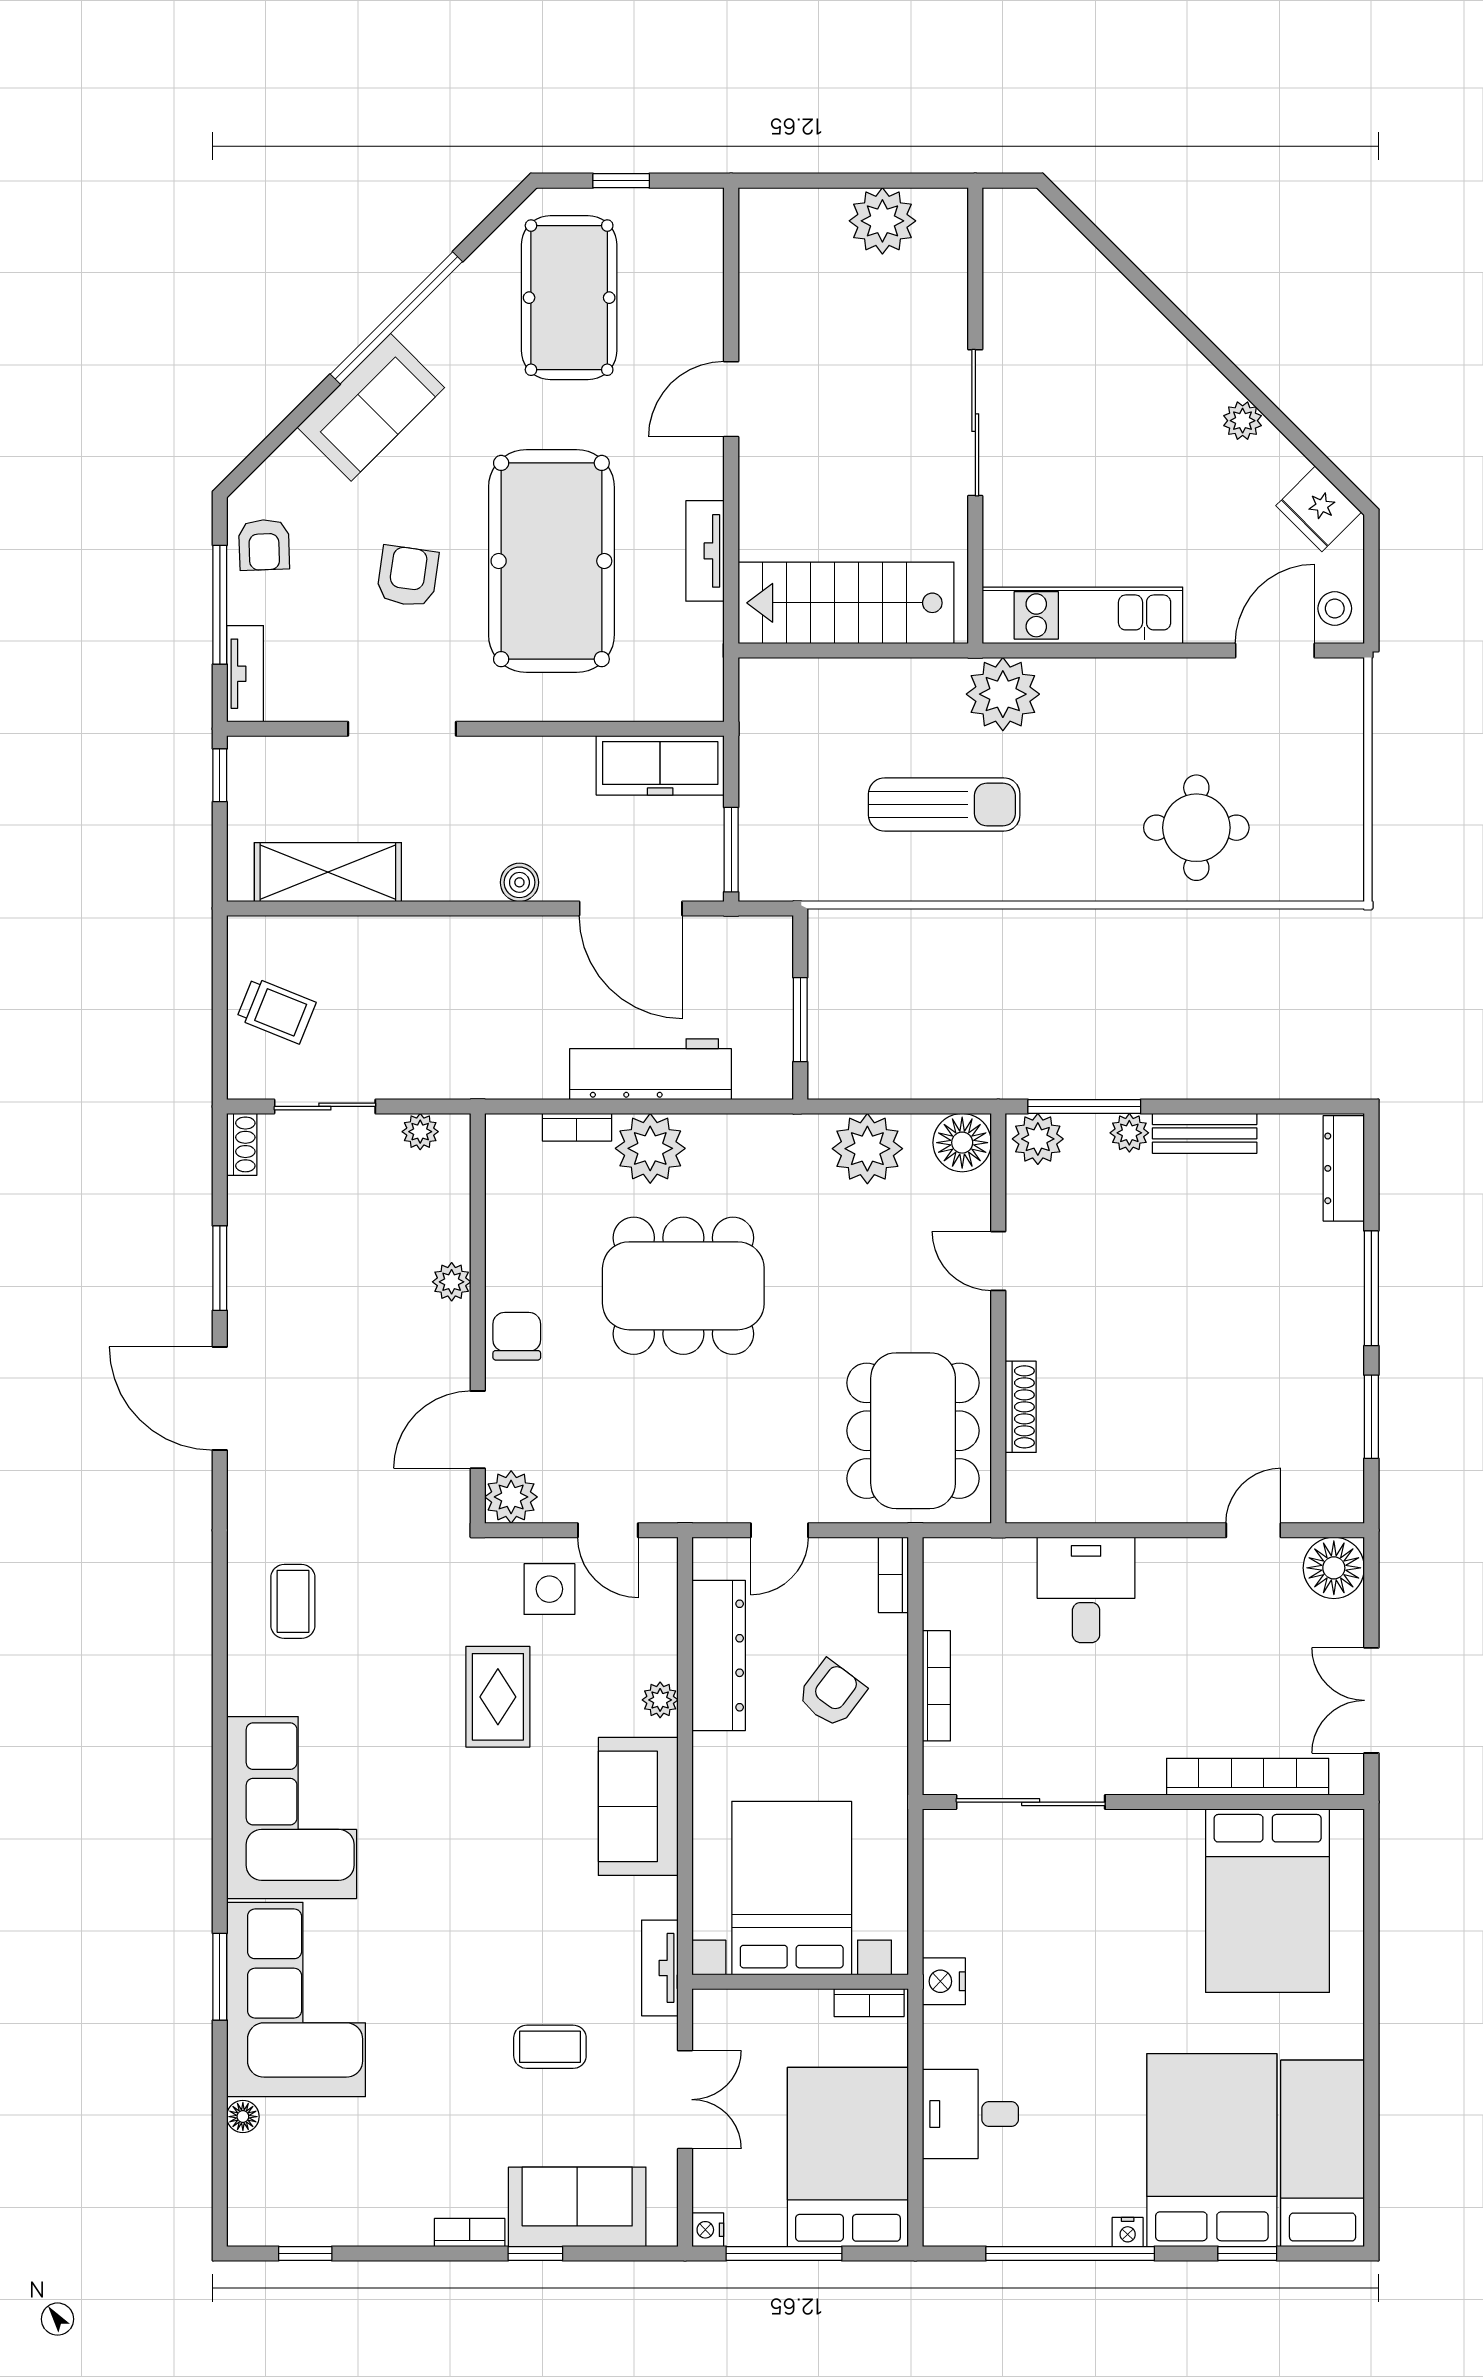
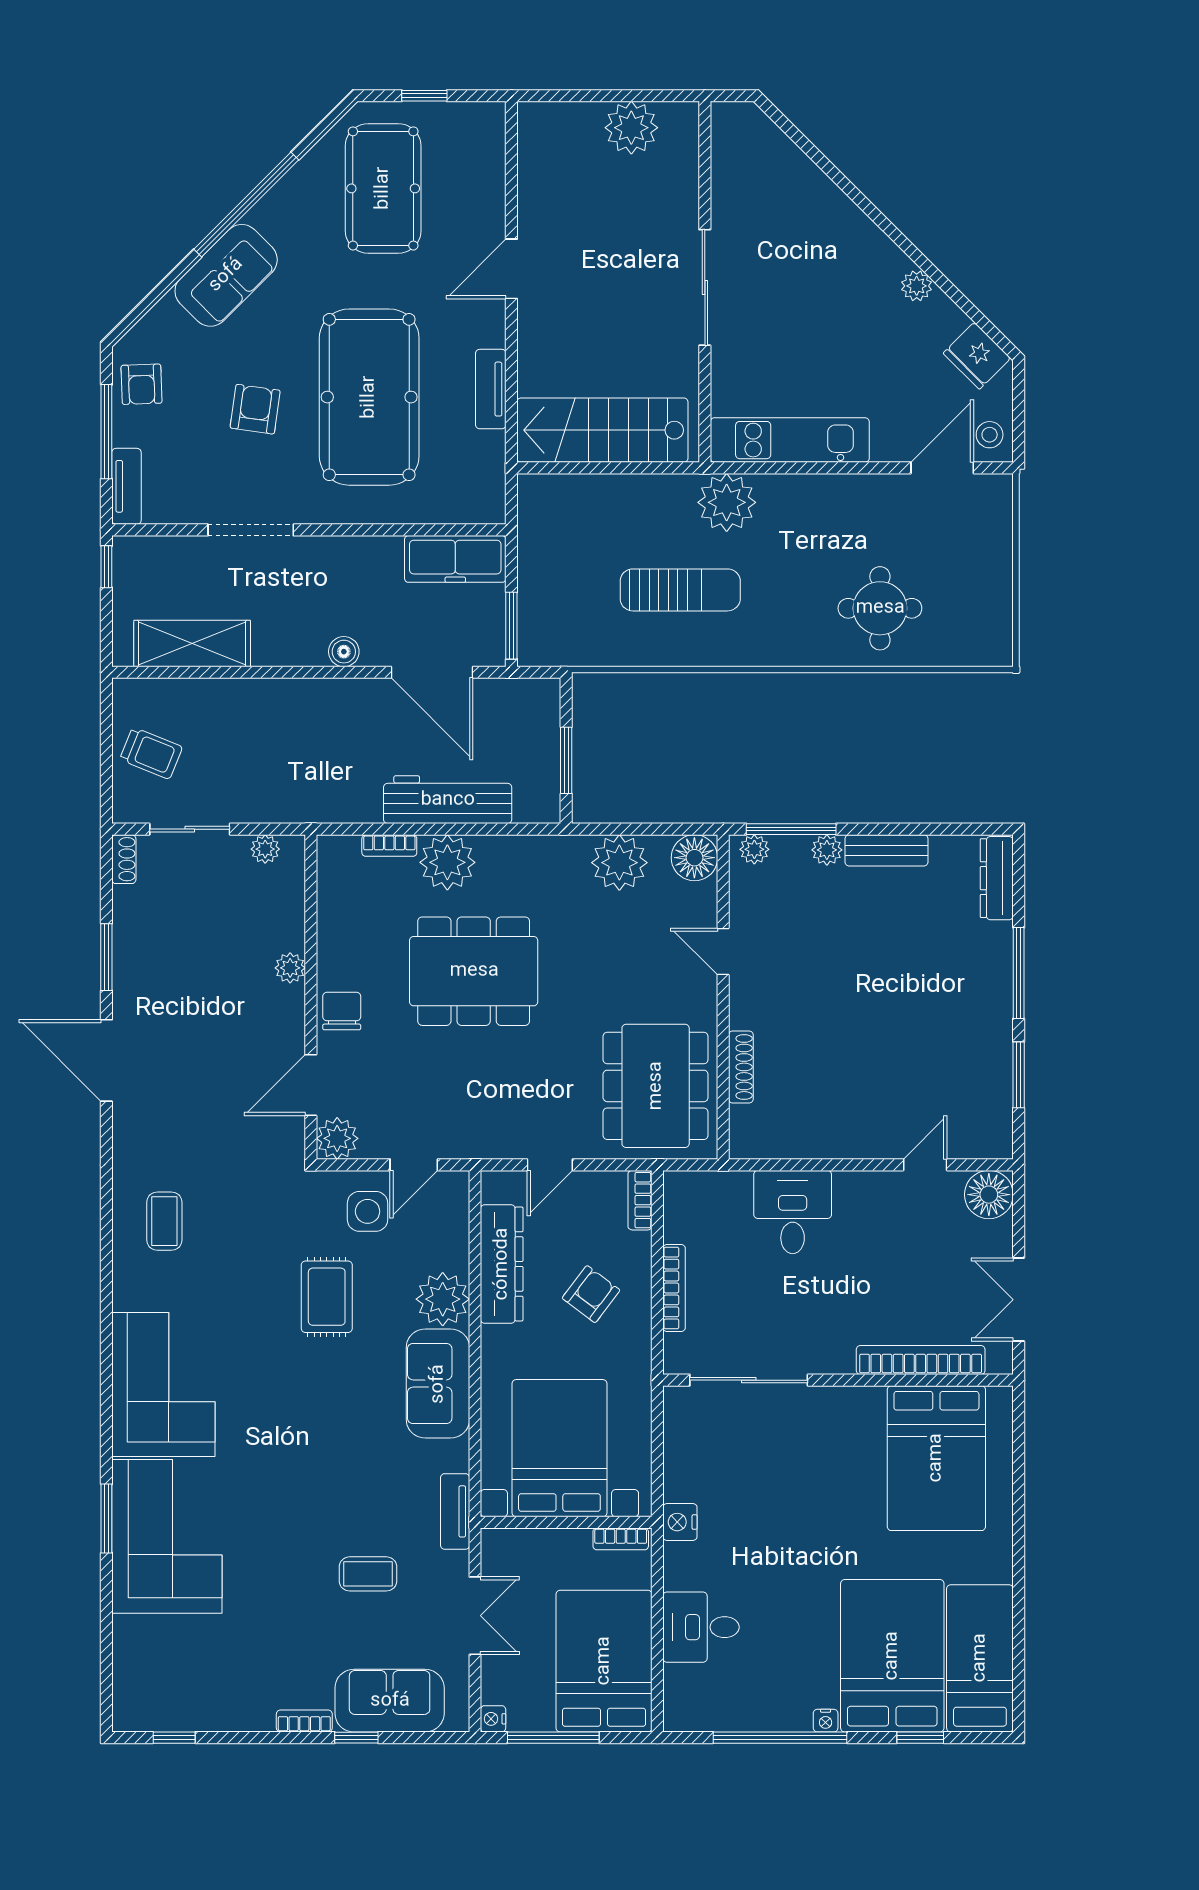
plant: (1038, 1139) -> (754, 849), width x0.73, depth x0.73
door: (608, 1530) -> (414, 1165), hinge flipped
plant: (660, 1700) -> (443, 1299), width x1.87, depth x1.87
floor lamp: (243, 2117) -> (125, 1629), removed

